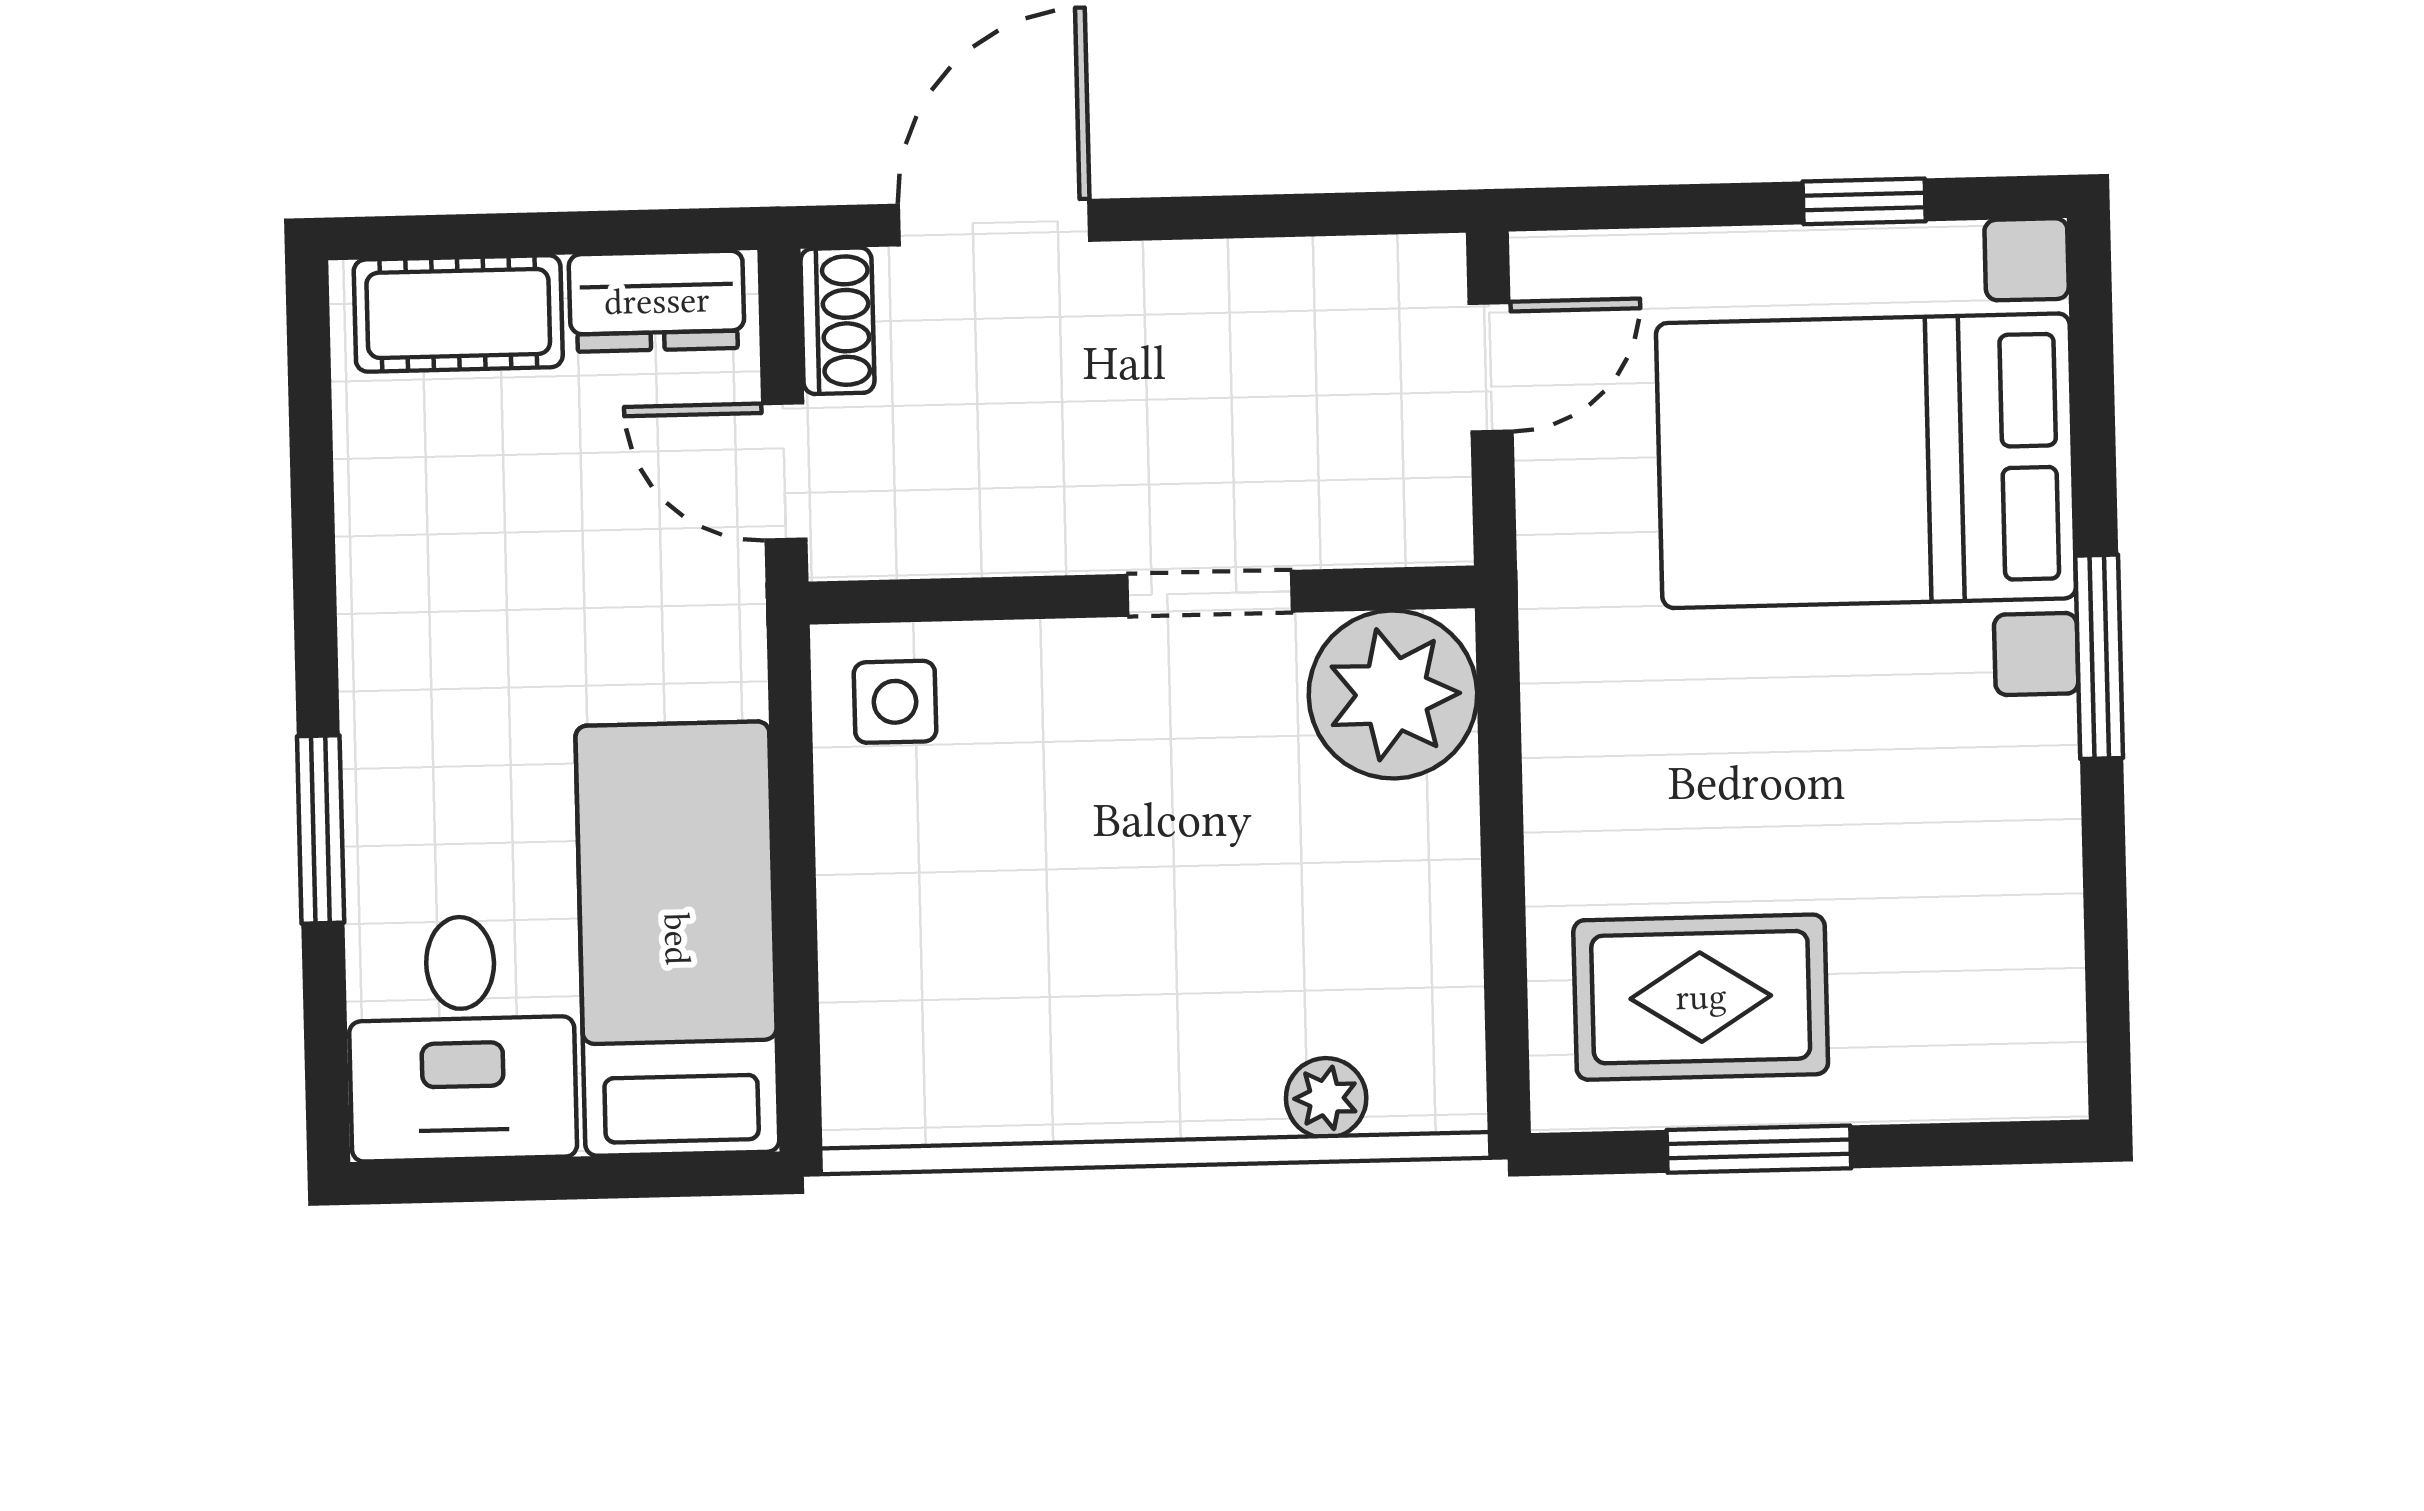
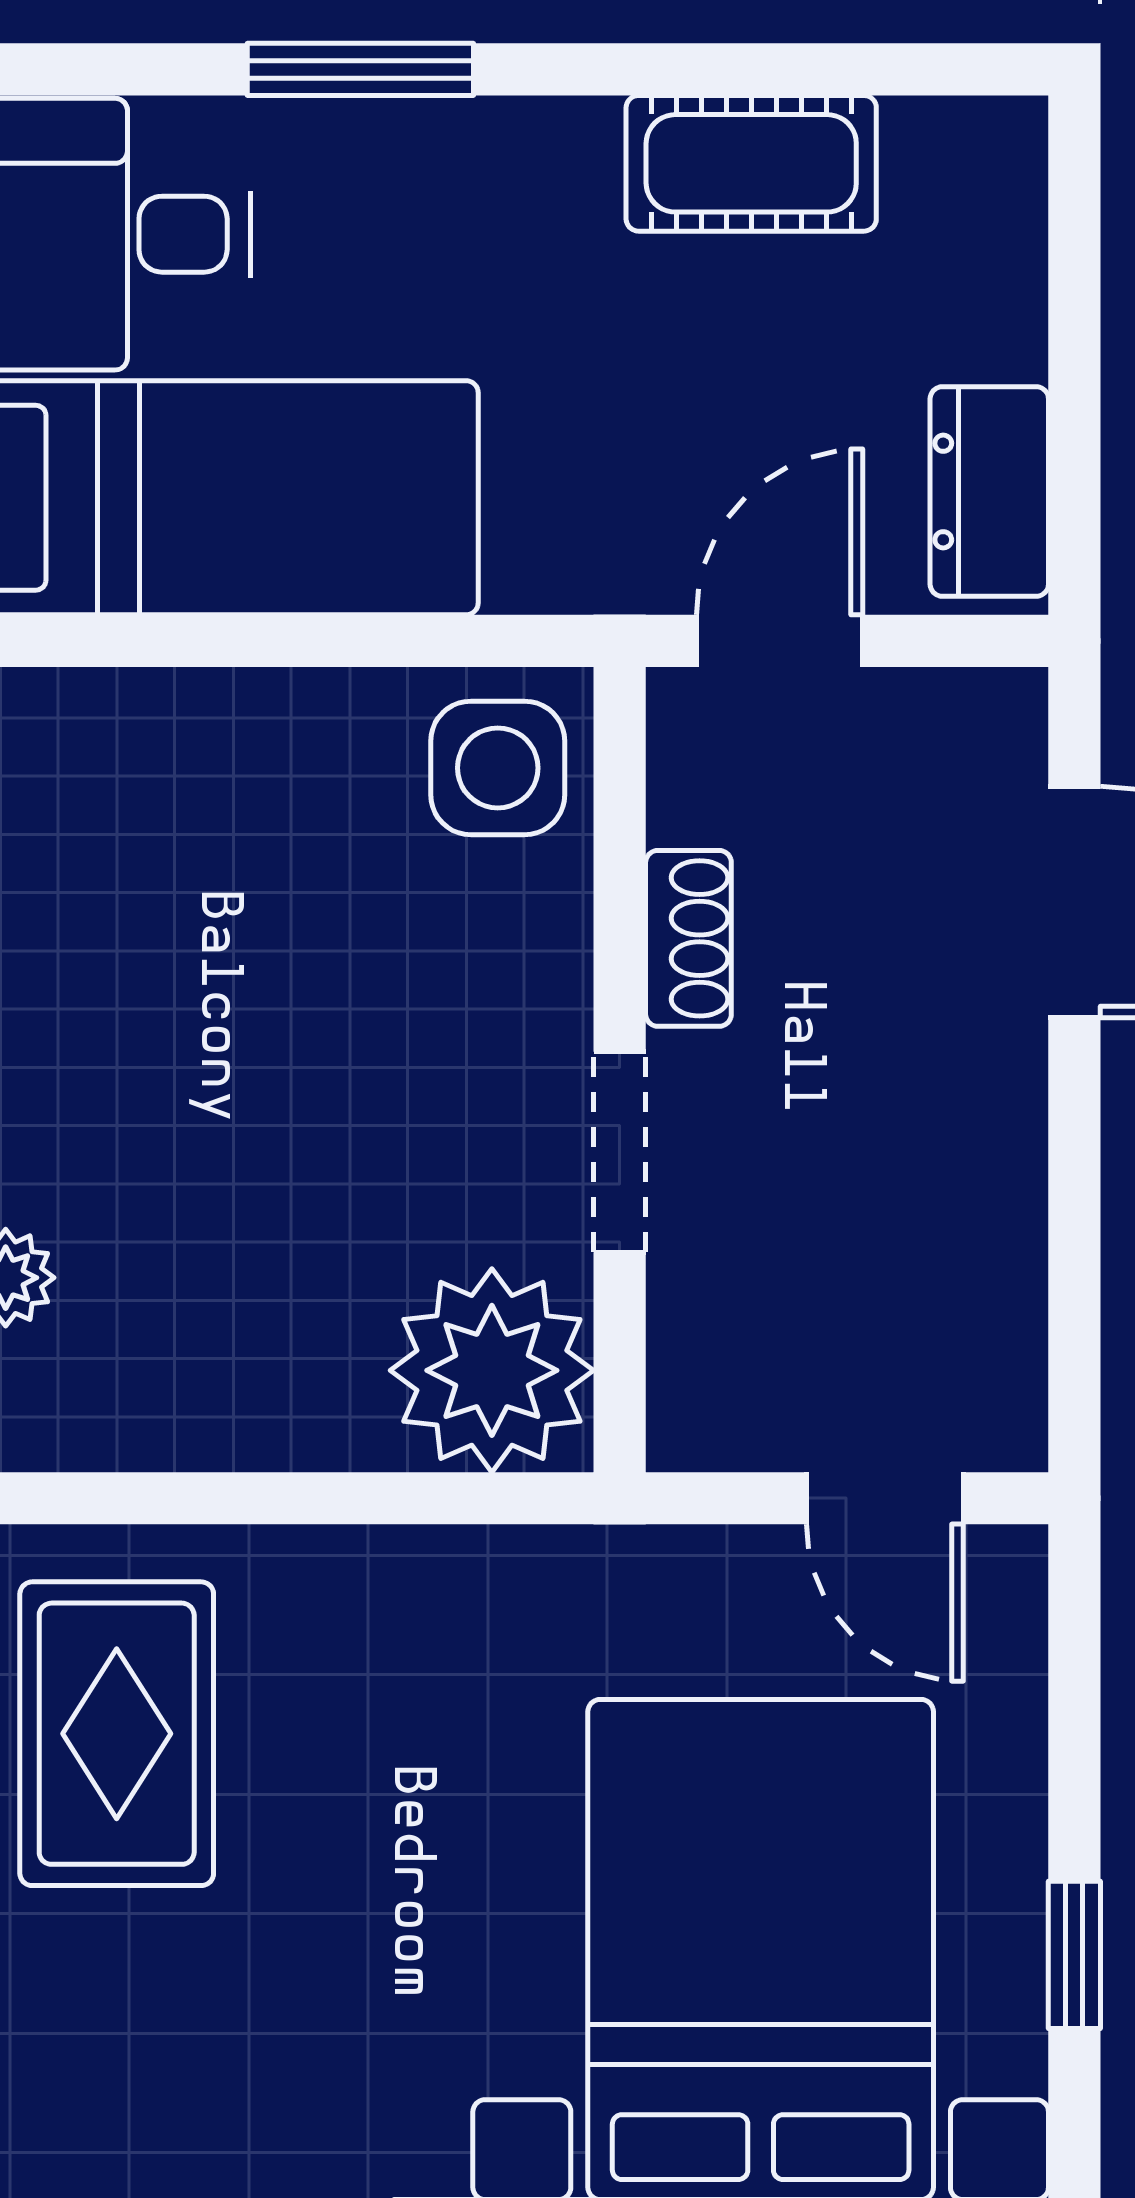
cot: (458, 313) -> (751, 163), moved, turned 90
shoe rack: (838, 321) -> (688, 938), moved, turned -90
side table: (895, 702) -> (498, 768), width x1.37, depth x1.37

